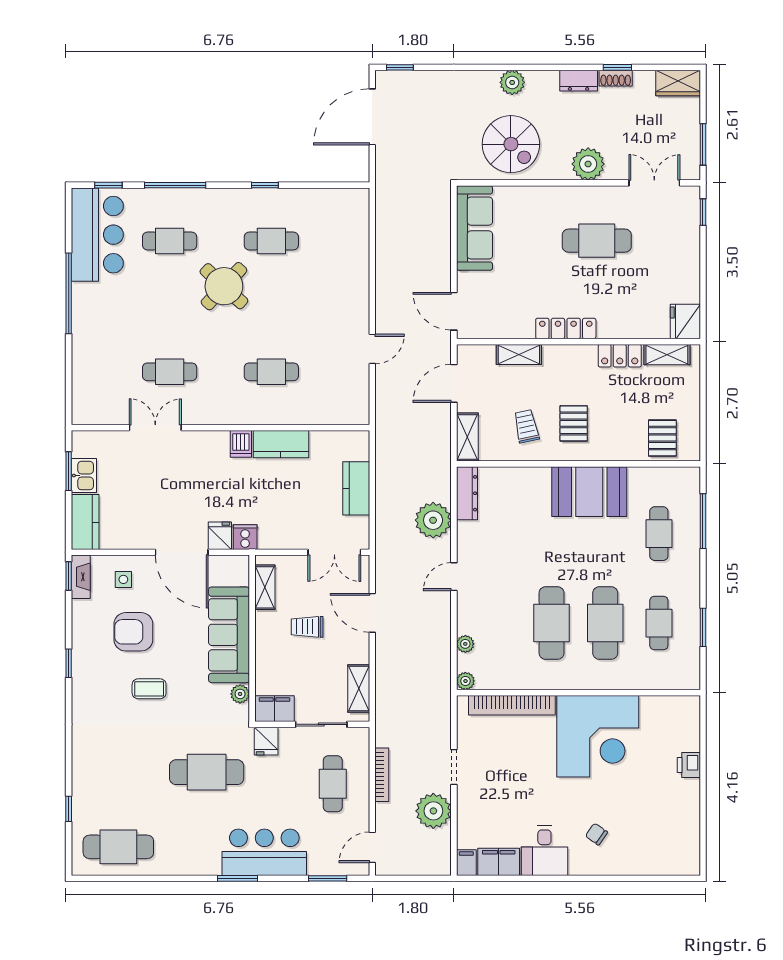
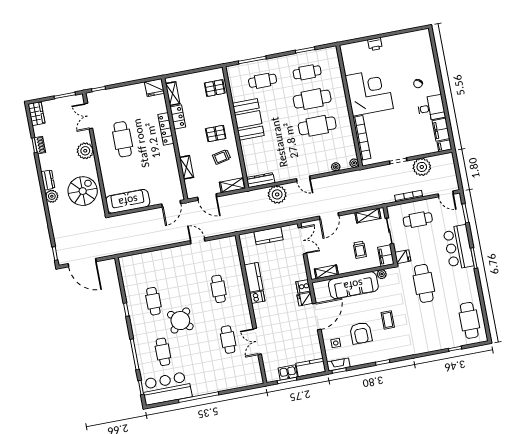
dresser: (579, 81) -> (48, 180), moved
locker: (566, 328) -> (166, 129), moved
trolley: (307, 627) -> (360, 250), moved

